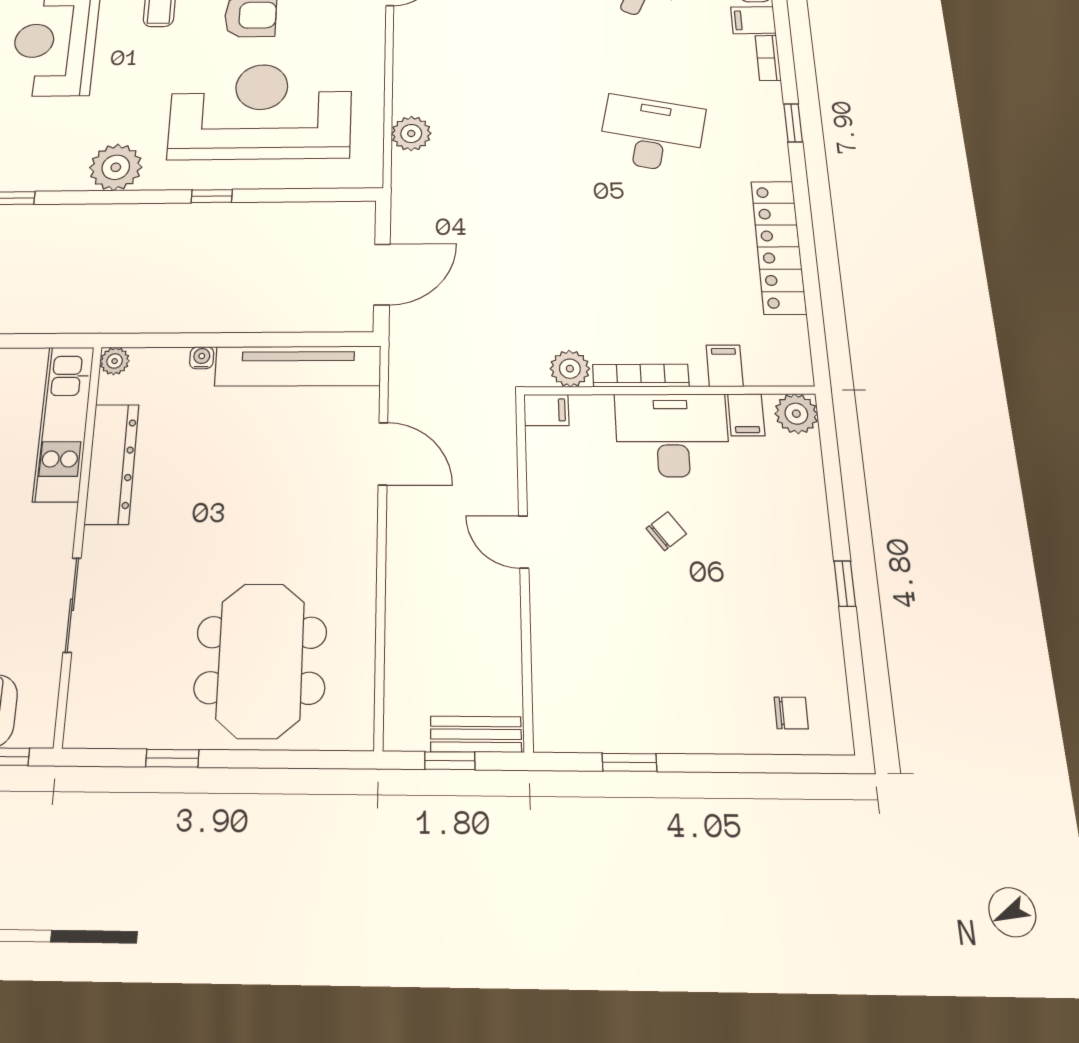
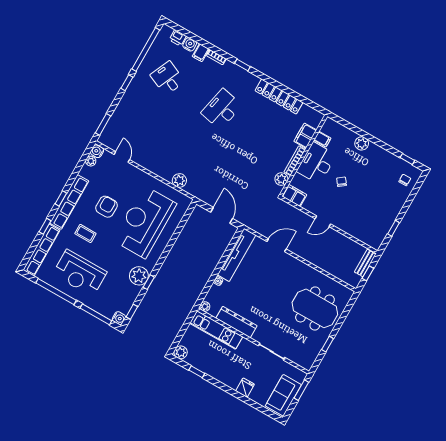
window: (212, 196) -> (149, 282), moved
filing cabinet: (725, 366) -> (305, 136), width x2.00
filing cabinet: (546, 410) -> (294, 196), width x2.00
plant: (796, 414) -> (362, 143), moved
window: (845, 584) -> (407, 159), moved

